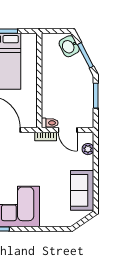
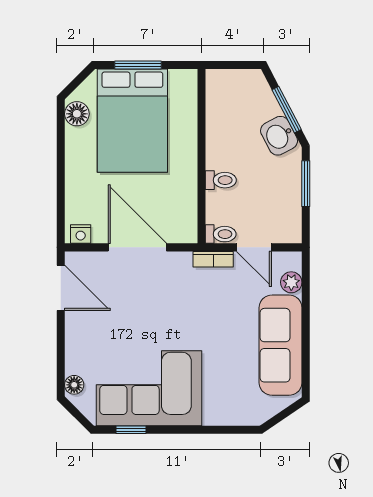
washbasin: (69, 46) -> (279, 136), moved
toilet: (50, 94) -> (221, 180), added
sofa: (82, 190) -> (281, 345), width x1.36

